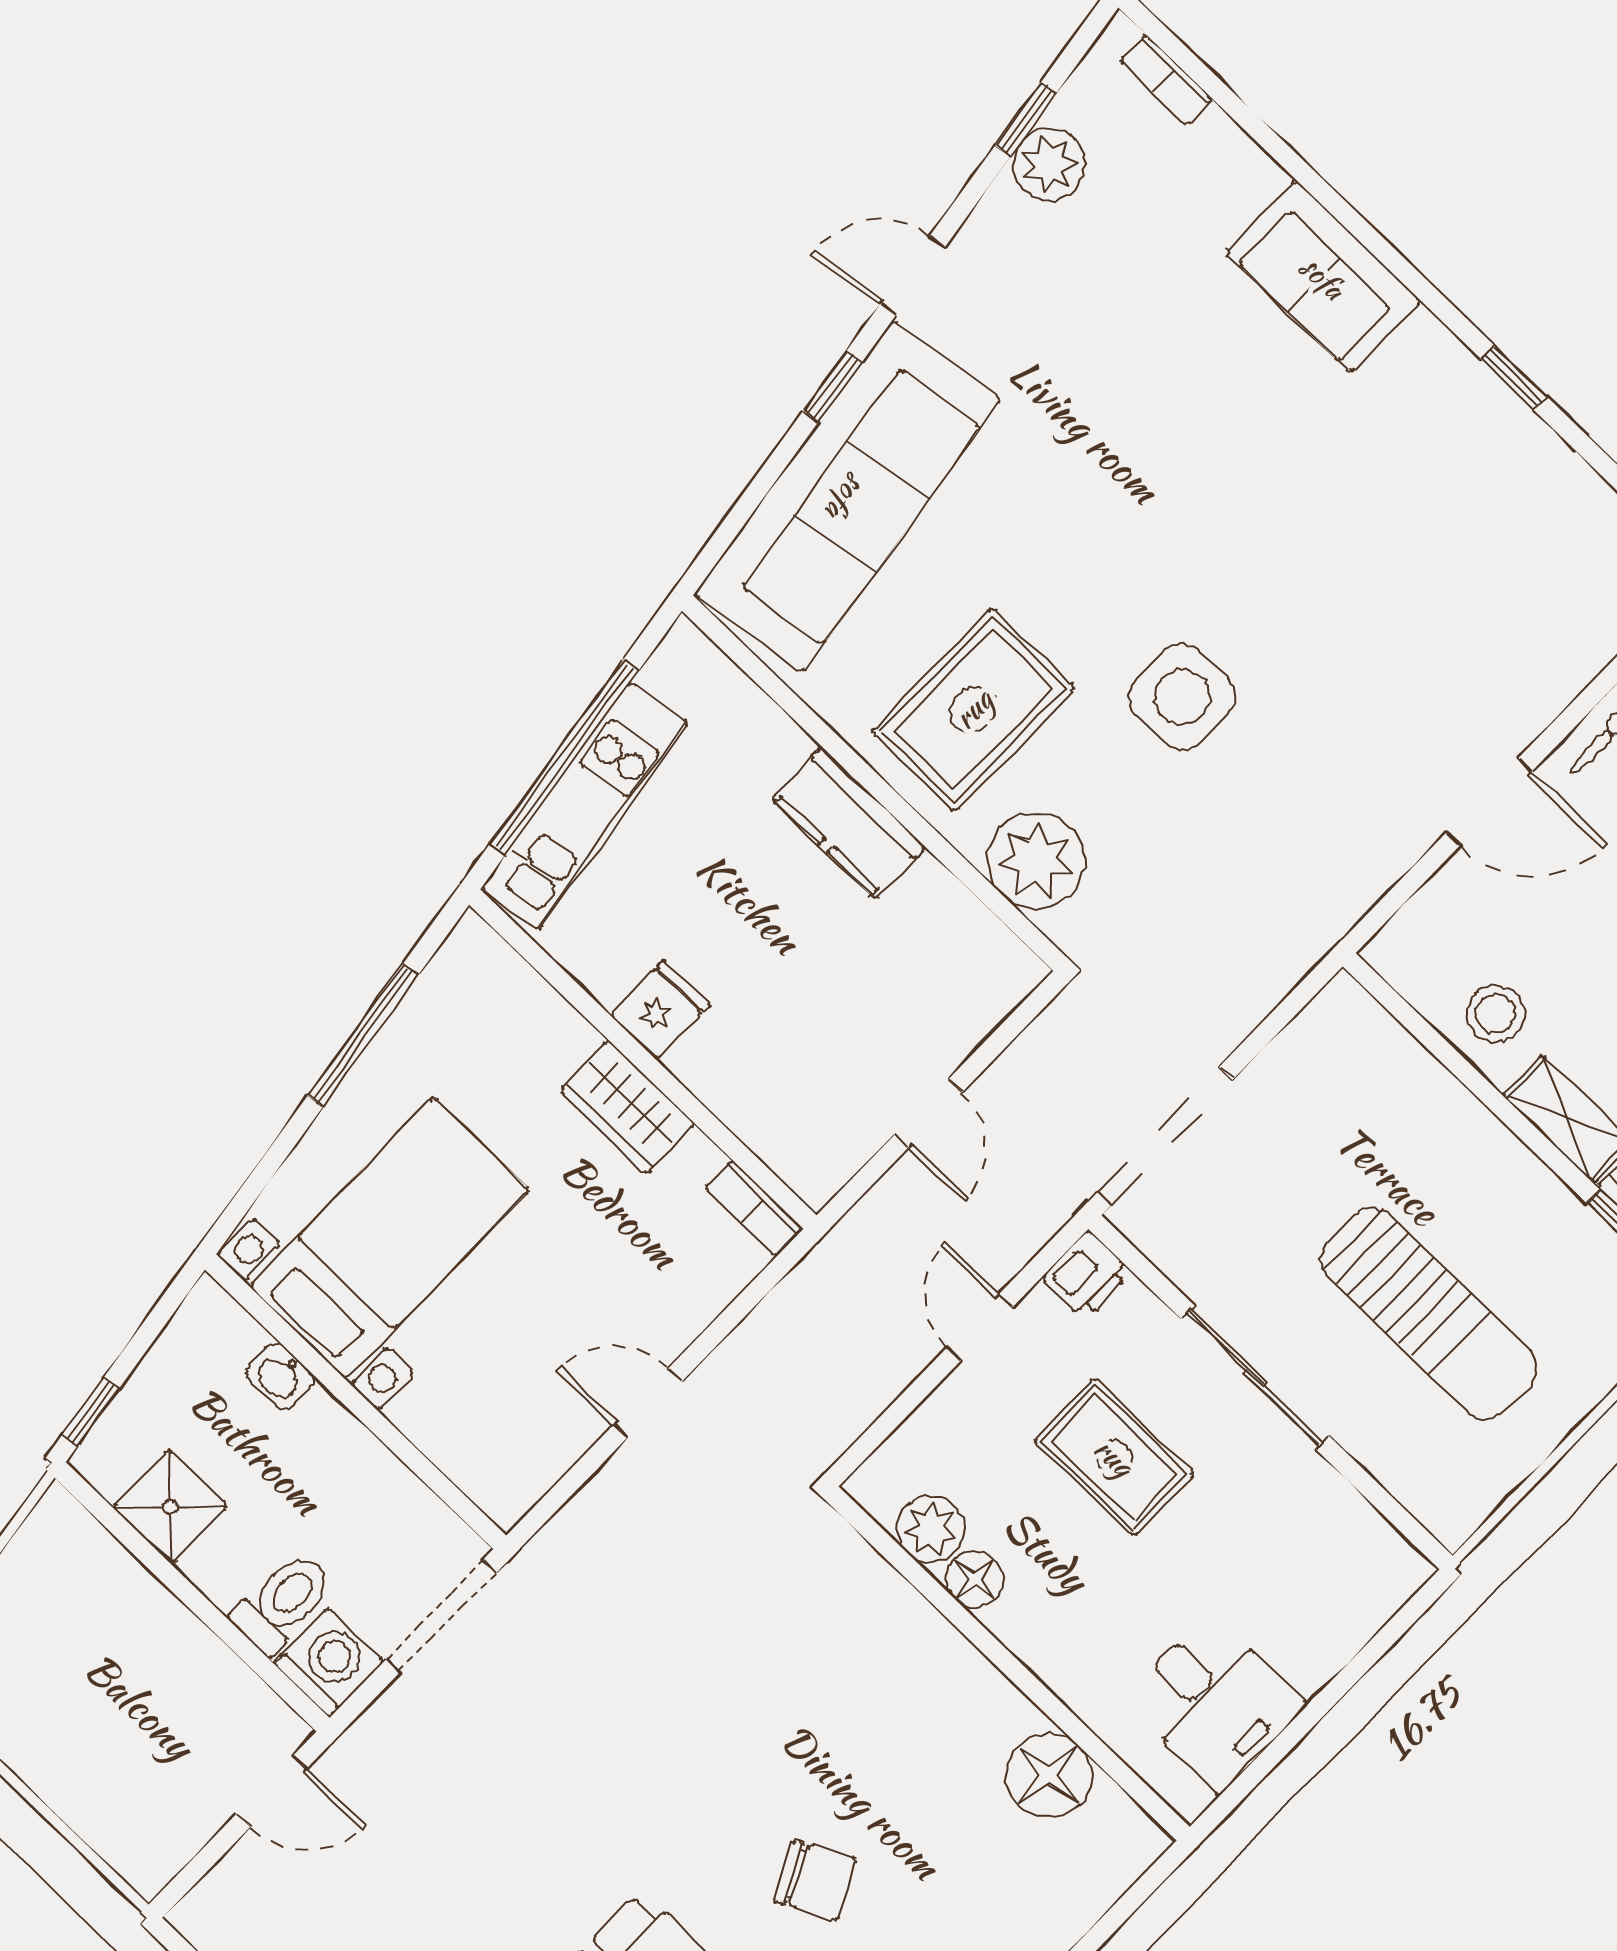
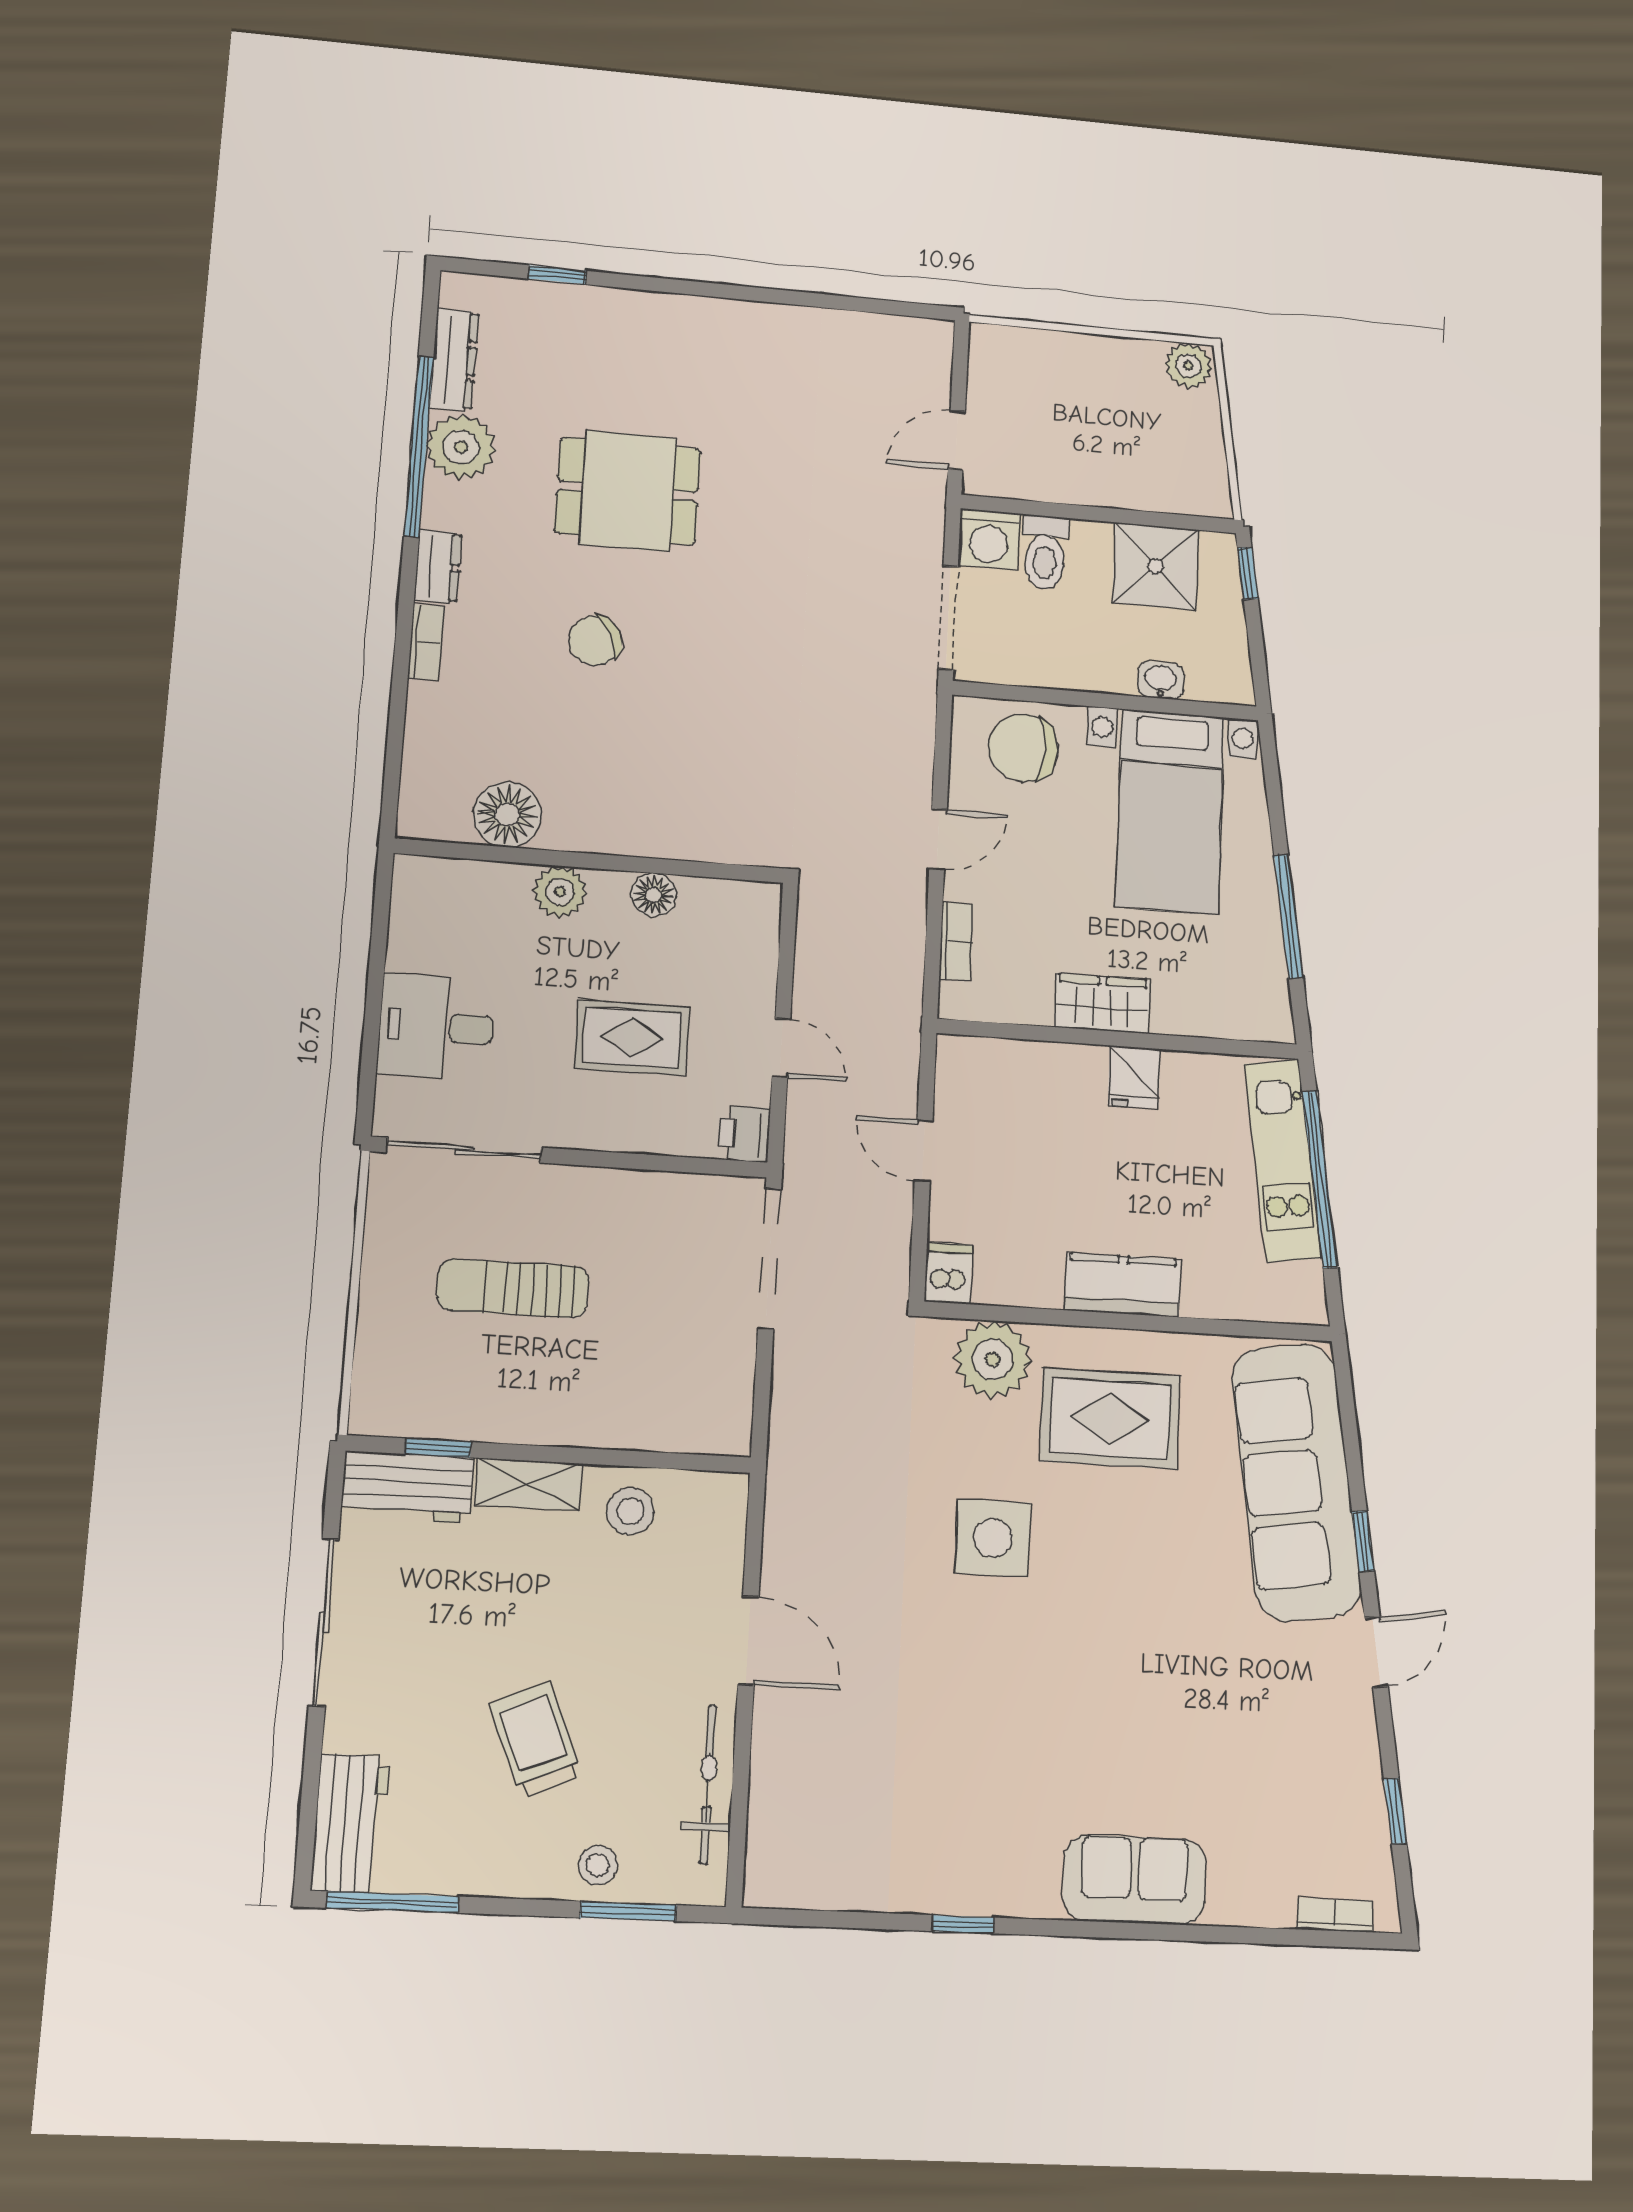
plant: (1049, 165) -> (1357, 1796), removed
rug: (973, 709) -> (1110, 1419), turned 90
door: (1489, 802) -> (748, 1641), swing flipped
dishwasher: (1007, 977) -> (948, 1273), added
bookcase: (754, 1208) -> (956, 941), moved, turned 90
sun lounger: (1429, 1313) -> (513, 1288), width x0.73, depth x0.75
sliding door: (1255, 1378) -> (464, 1150), moved
chair: (481, 1423) -> (1024, 748), added
shower: (170, 1507) -> (1155, 566), width x1.36, depth x1.36
plant: (930, 1529) -> (560, 892), moved
desk: (1215, 1702) -> (436, 1027), moved

